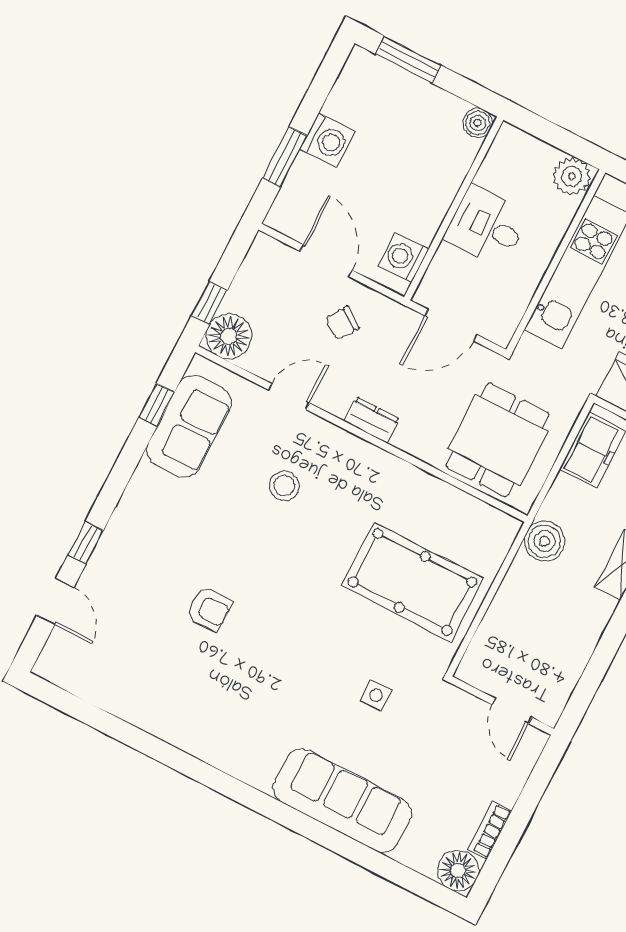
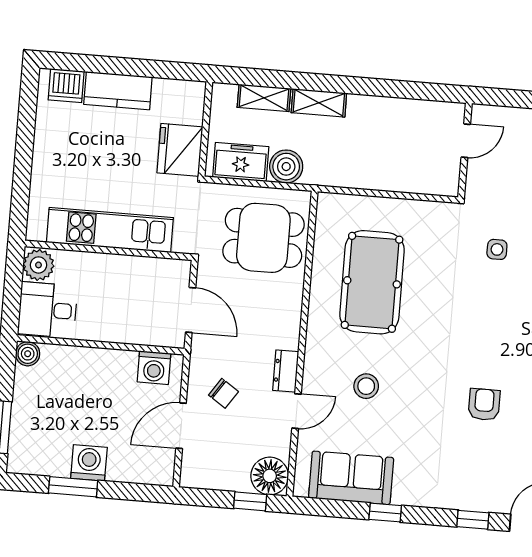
window: (285, 157) -> (73, 487), moved
desk: (487, 226) -> (47, 310), moved, turned 90
door: (289, 396) -> (297, 411), swing flipped
window: (157, 405) -> (385, 512), moved
dresser: (372, 420) -> (286, 371), moved
boiler: (545, 541) -> (286, 167), moved
pool table: (412, 582) -> (372, 282), moved

